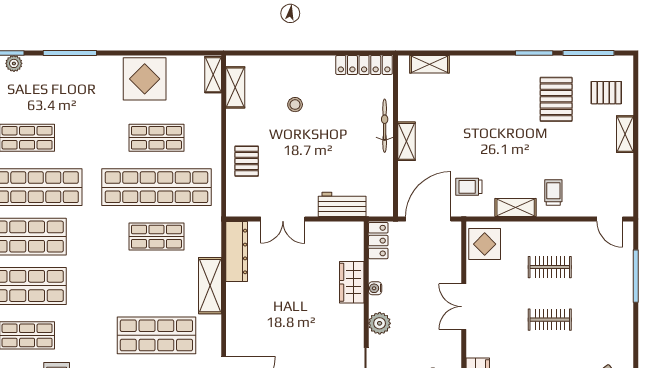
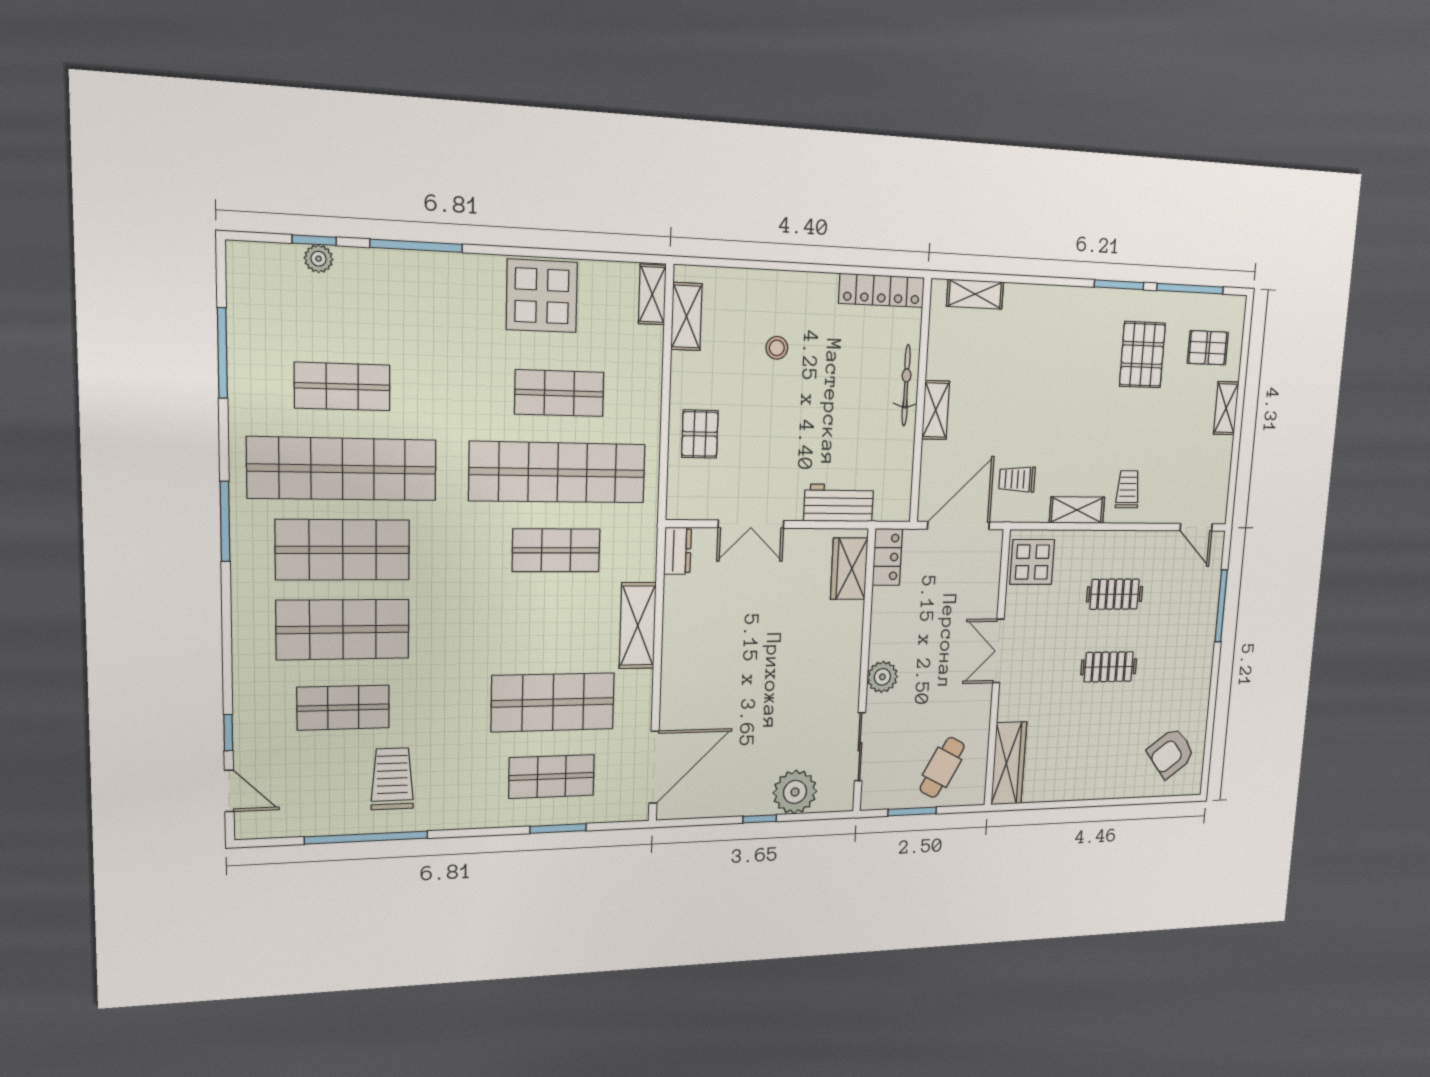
dresser: (237, 251) -> (678, 551), width x0.51, depth x0.80
wardrobe: (352, 282) -> (849, 569), moved
water cooler: (375, 288) -> (879, 627), removed

